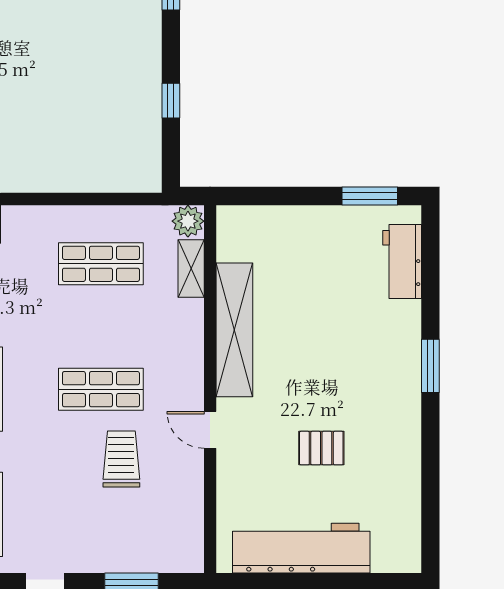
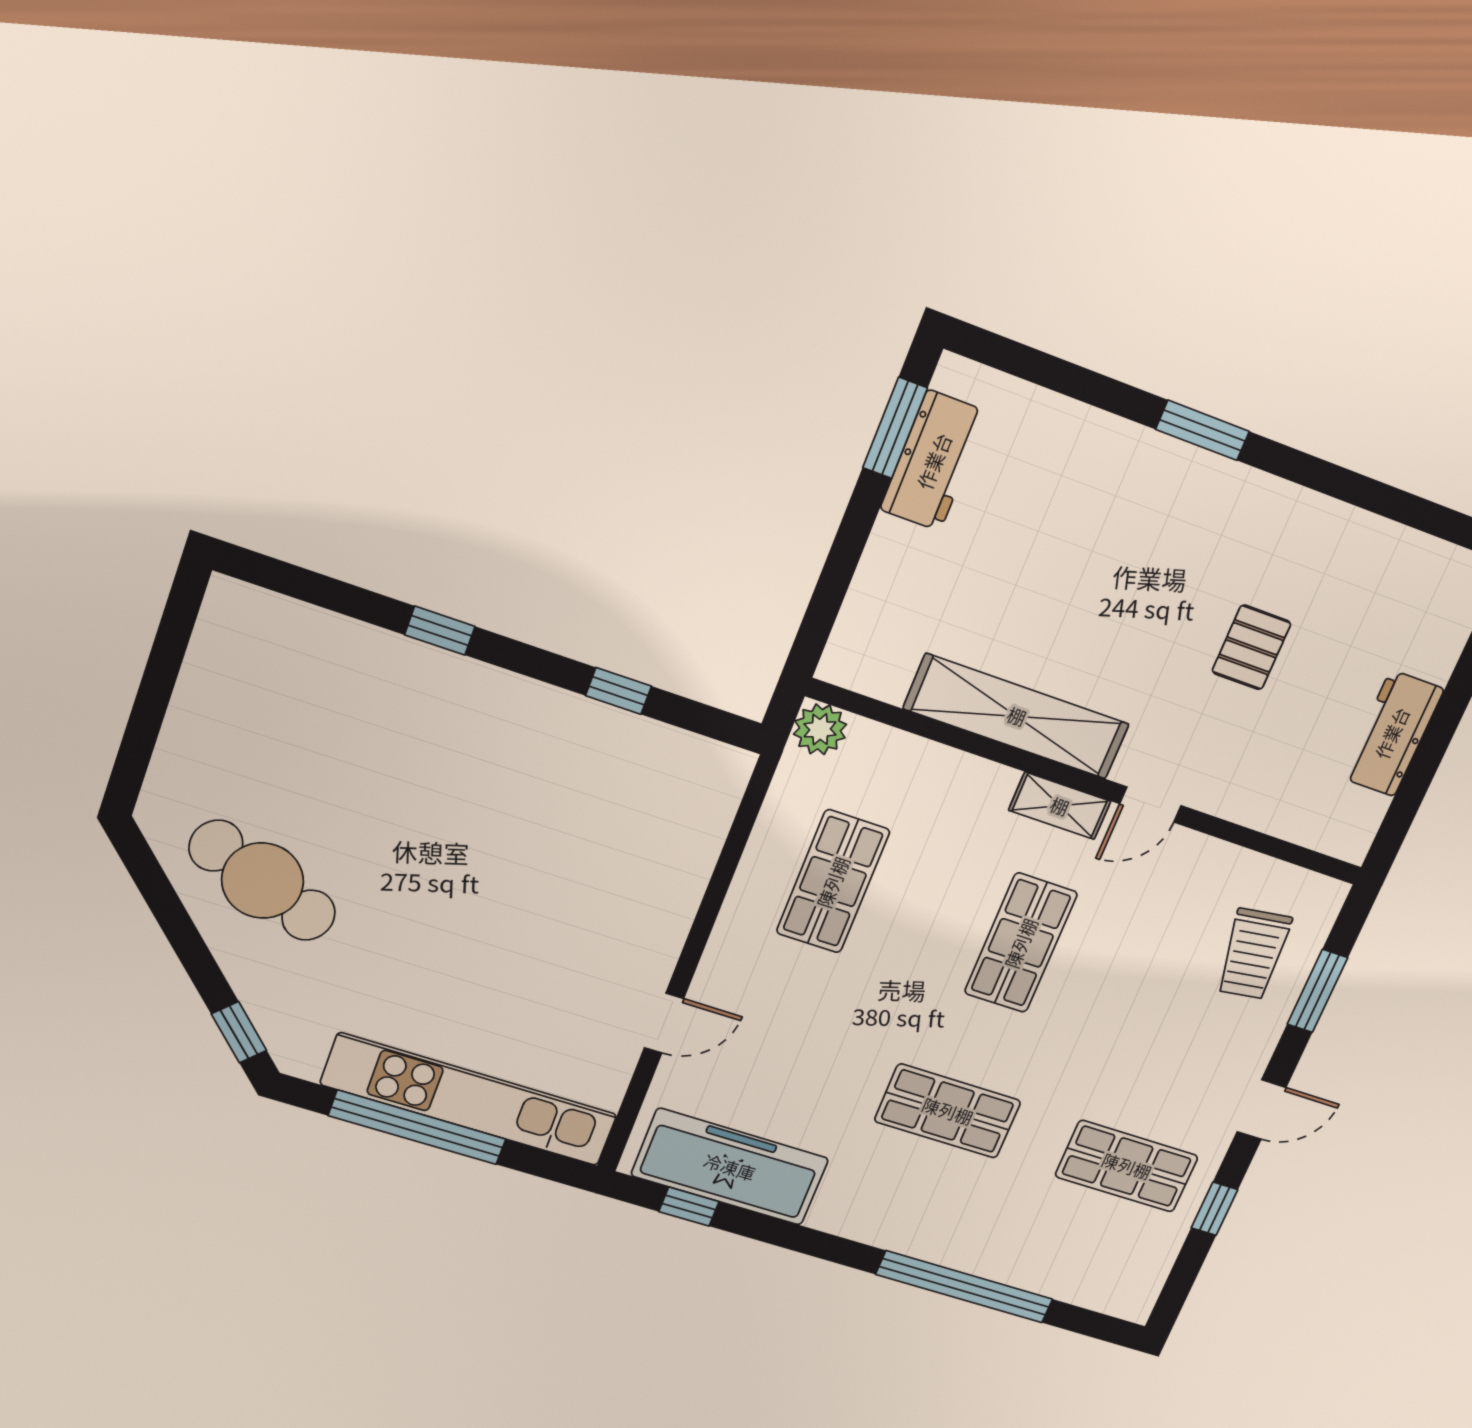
workbench: (402, 261) -> (934, 461), moved, turned -90
shelving: (191, 268) -> (1060, 806), moved
trolley: (121, 459) -> (1253, 954), moved, turned -98
workbench: (301, 548) -> (1392, 733), width x0.53, depth x0.76

